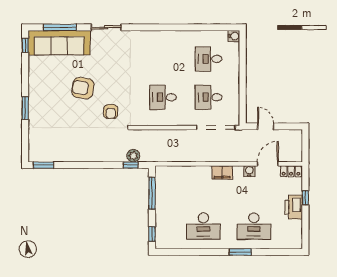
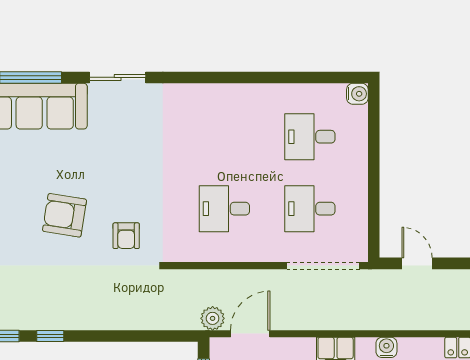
armchair: (83, 88) -> (65, 215), moved
plant: (133, 156) -> (213, 318), moved
door: (268, 164) -> (250, 334), moved
window: (131, 165) -> (50, 336), moved

